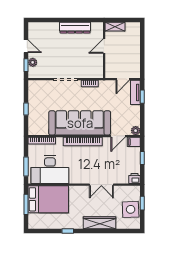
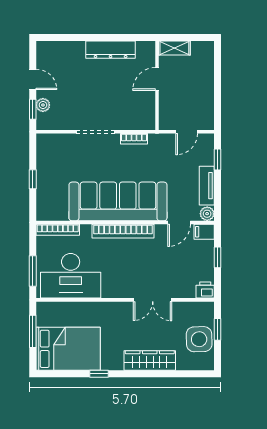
tv unit: (135, 92) -> (207, 186), moved
bed: (48, 199) -> (68, 349), moved

